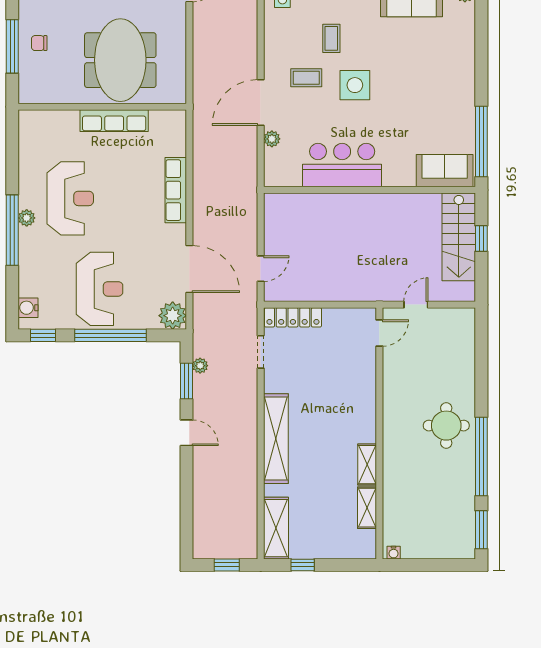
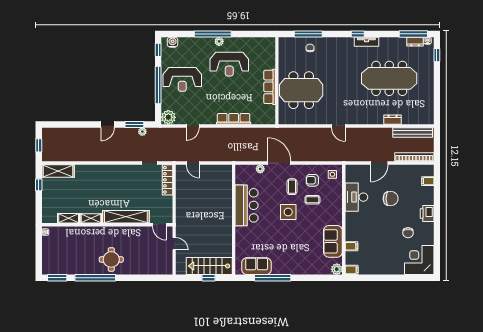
armchair: (294, 39) -> (312, 180), added
window: (481, 142) -> (273, 278), moved
sofa: (445, 171) -> (257, 266), moved, turned -90
door: (189, 269) -> (193, 126), width x0.53
shelving: (276, 439) -> (126, 217), moved

